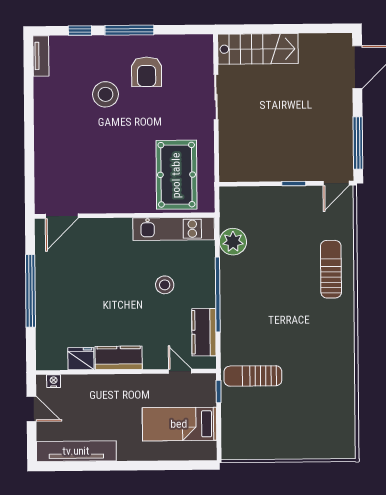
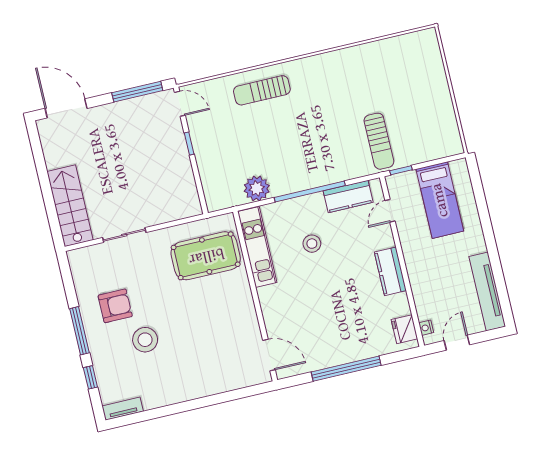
fridge: (81, 359) -> (404, 329), moved

